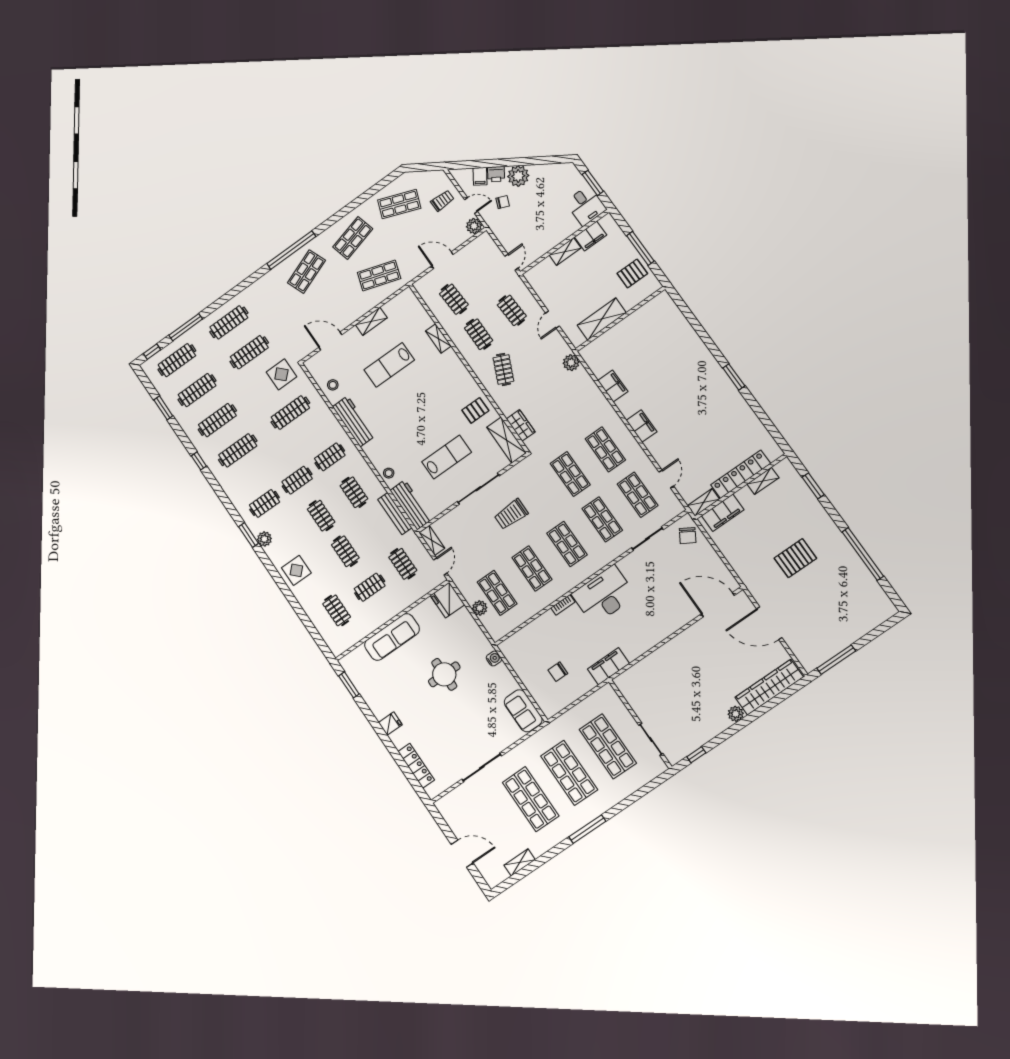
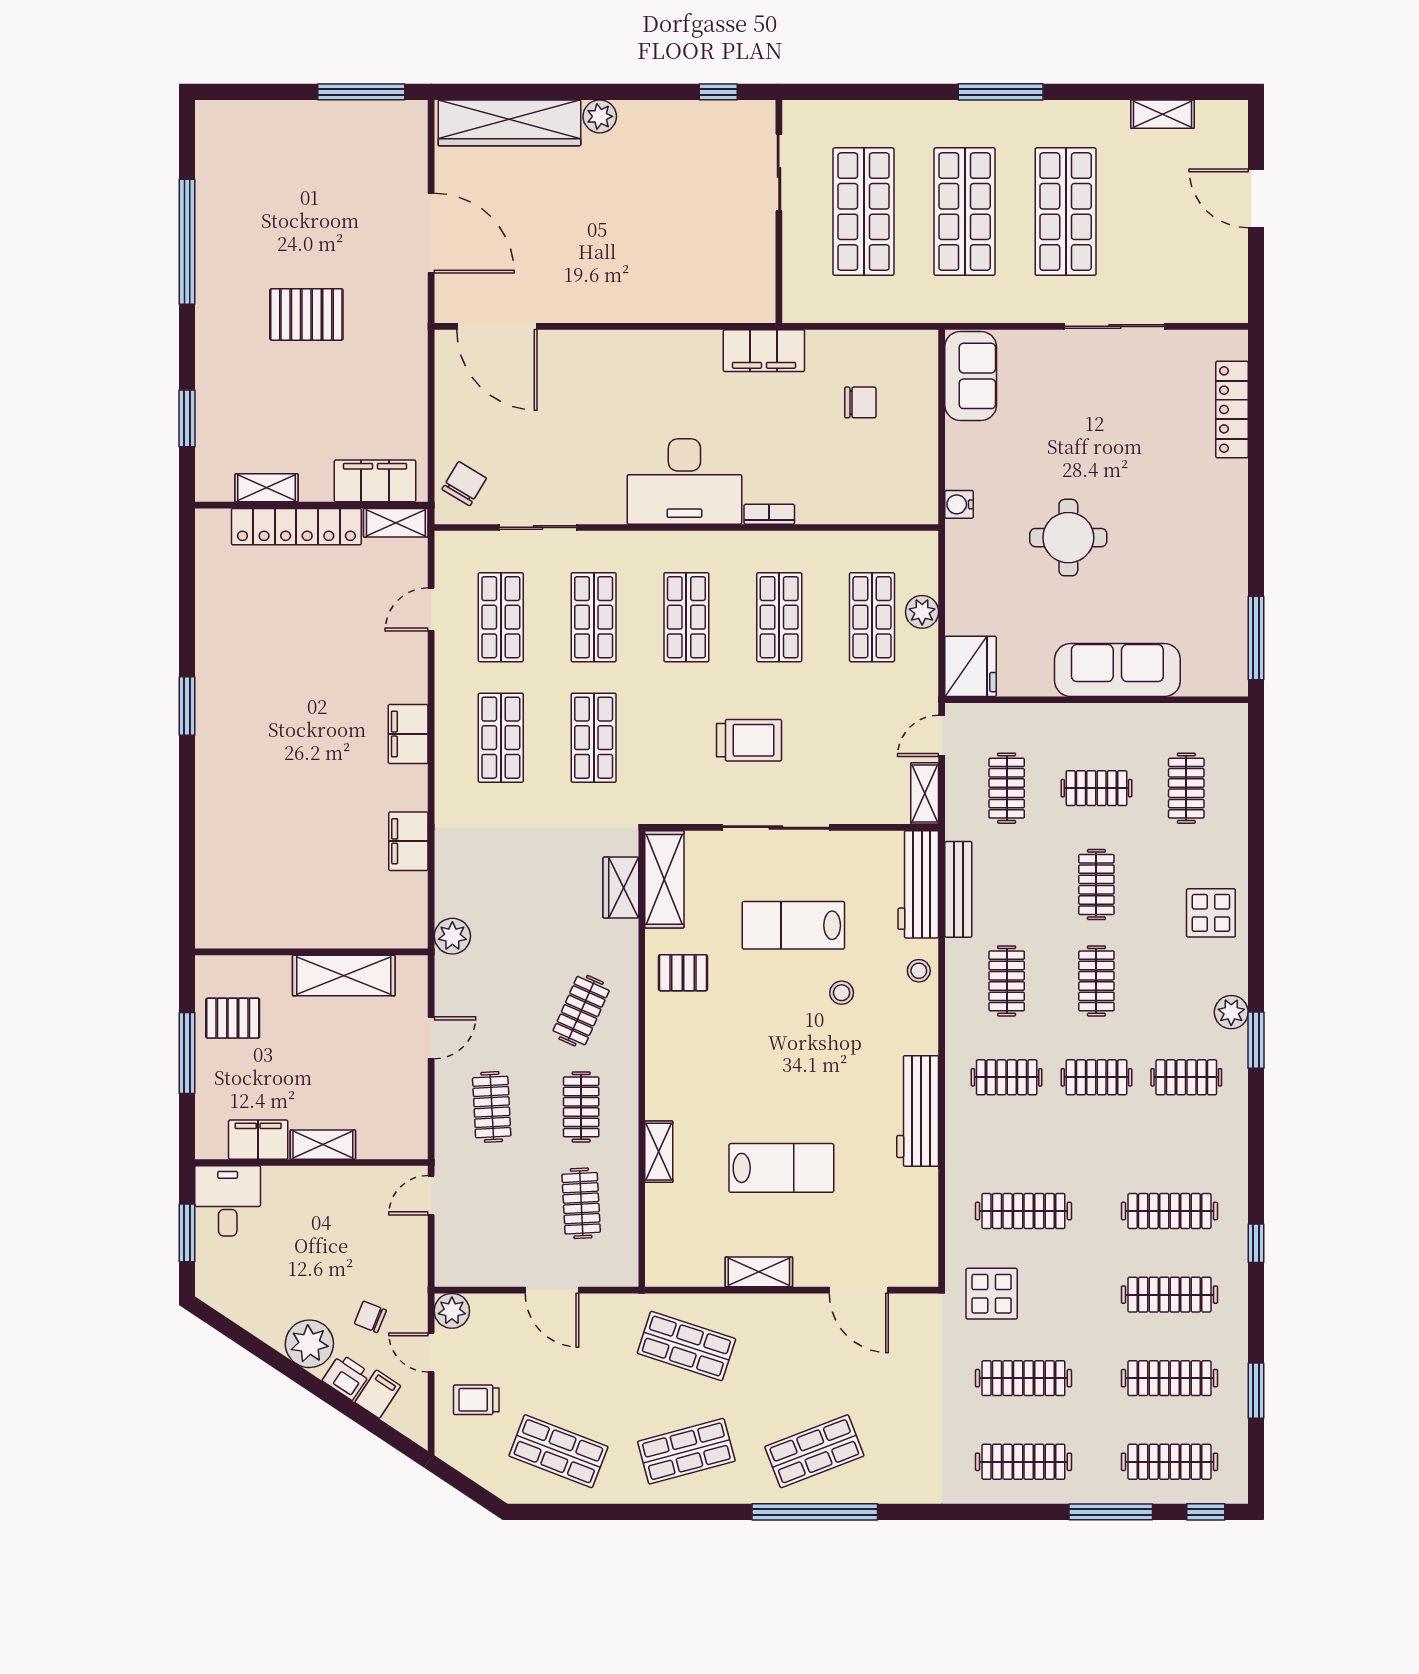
stool: (333, 385) -> (842, 993), moved
window: (349, 685) -> (1256, 638), width x1.44
fridge: (390, 724) -> (1228, 517), removed

